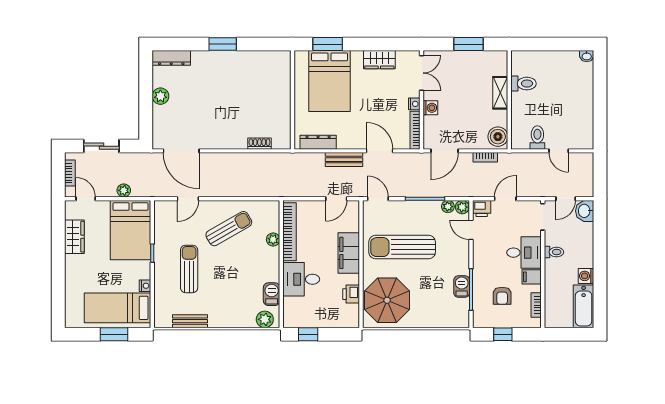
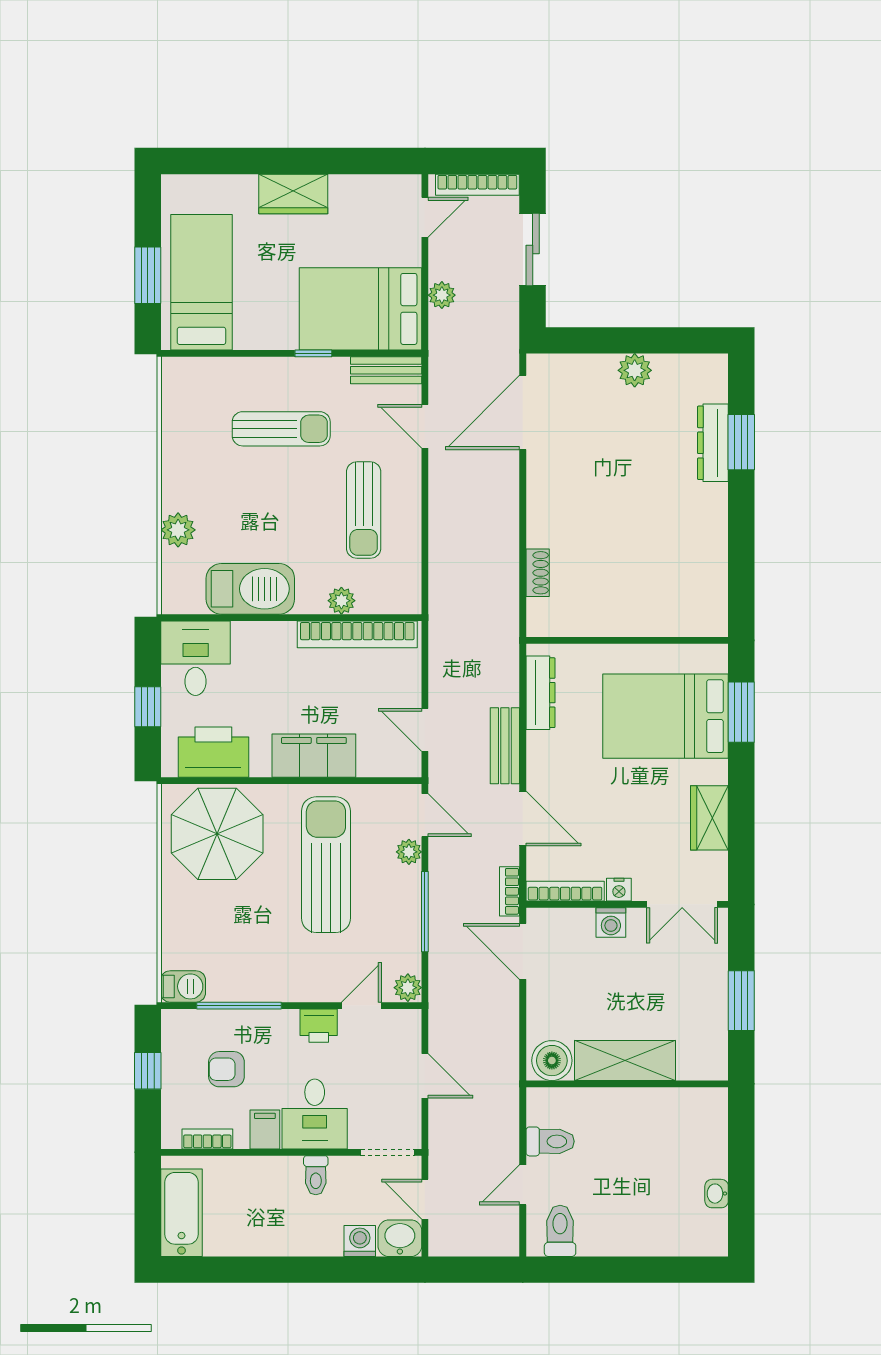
window: (223, 44) -> (741, 442), moved
washbasin: (587, 56) -> (717, 1194), moved
dresser: (171, 58) -> (713, 443), moved
toilet: (523, 84) -> (560, 1231), moved, turned 180
shelving: (500, 93) -> (625, 1060), width x1.50, depth x1.33
door: (380, 151) -> (523, 819), hinge flipped
bookcase: (485, 157) -> (510, 891), moved
bookcase: (70, 173) -> (477, 185), width x1.56
door: (378, 199) -> (425, 815), hinge flipped
plant: (448, 207) -> (409, 852), moved
printer: (482, 208) -> (319, 1026), moved, turned -90
sun lounger: (229, 229) -> (364, 510), turned 30
wardrobe: (74, 237) -> (293, 194), moved
washing machine: (586, 276) -> (360, 1241), moved
desk: (301, 279) -> (196, 658), moved
nightstand: (145, 286) -> (247, 339), removed
barbecue: (462, 286) -> (183, 986), moved
barbecue: (272, 294) -> (250, 589), width x1.88, depth x1.53
printer: (351, 294) -> (213, 752), width x1.87, depth x1.48
bathtub: (584, 306) -> (182, 1213), moved, turned 90
plant: (265, 319) -> (178, 530), moved
bench: (190, 321) -> (386, 370), moved, turned 90
window: (308, 334) -> (148, 707), moved

